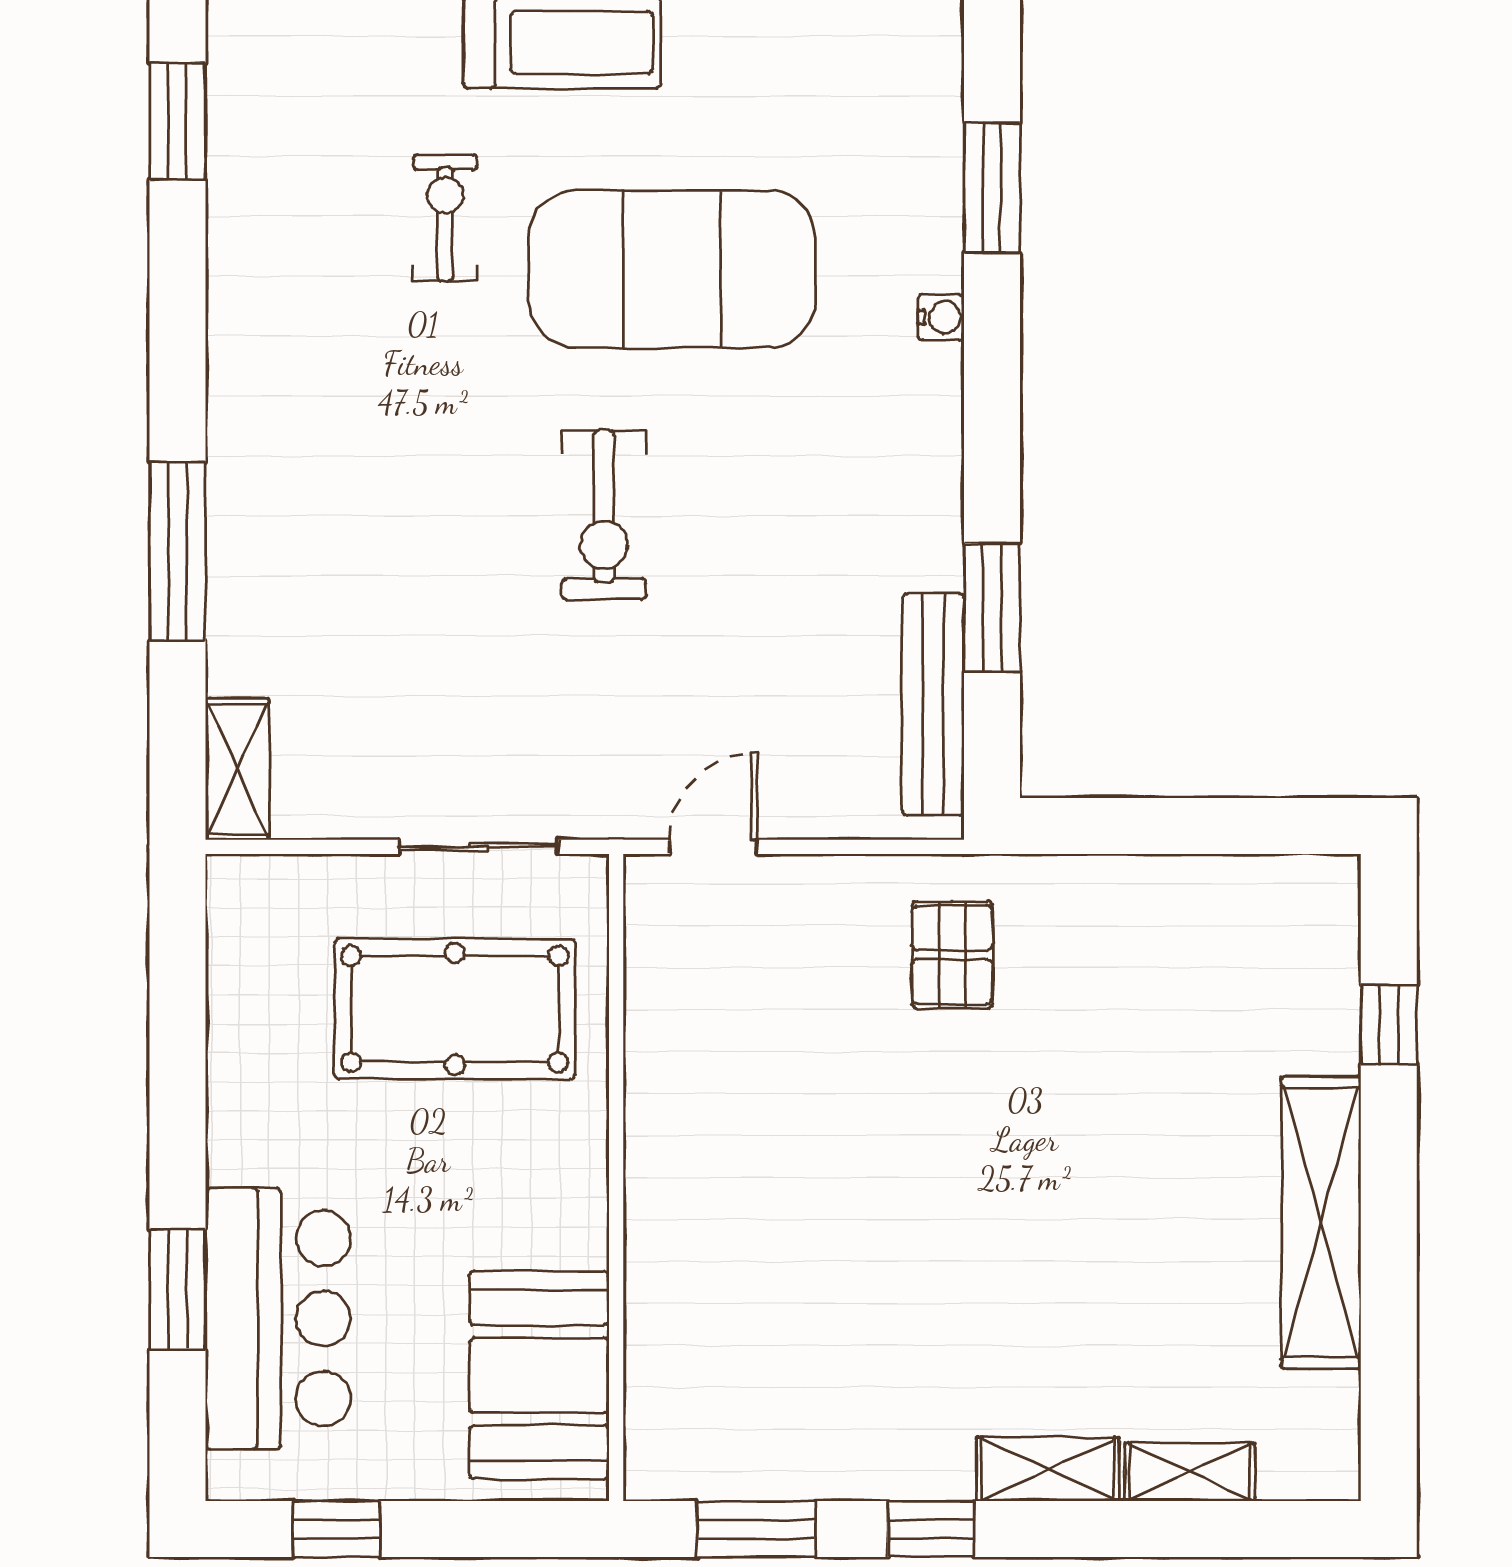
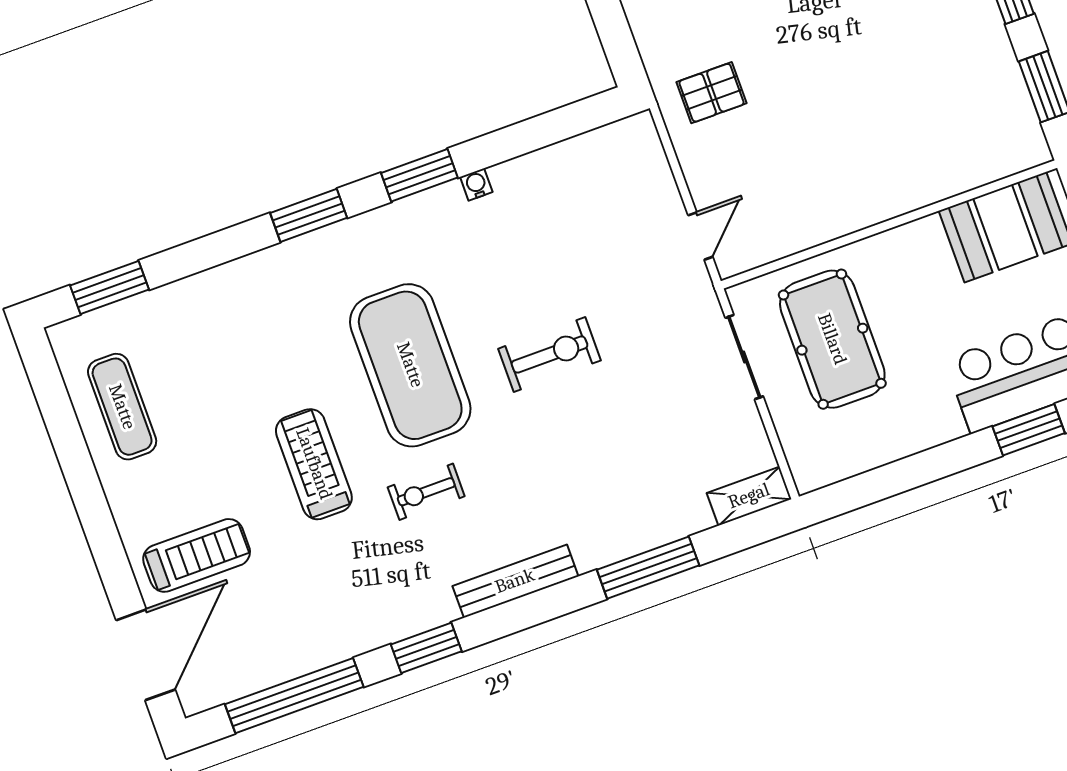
water cooler: (941, 317) -> (476, 184), moved
window: (992, 608) -> (419, 175), moved
bench: (933, 704) -> (515, 581), moved
door: (713, 847) -> (700, 236), swing flipped

